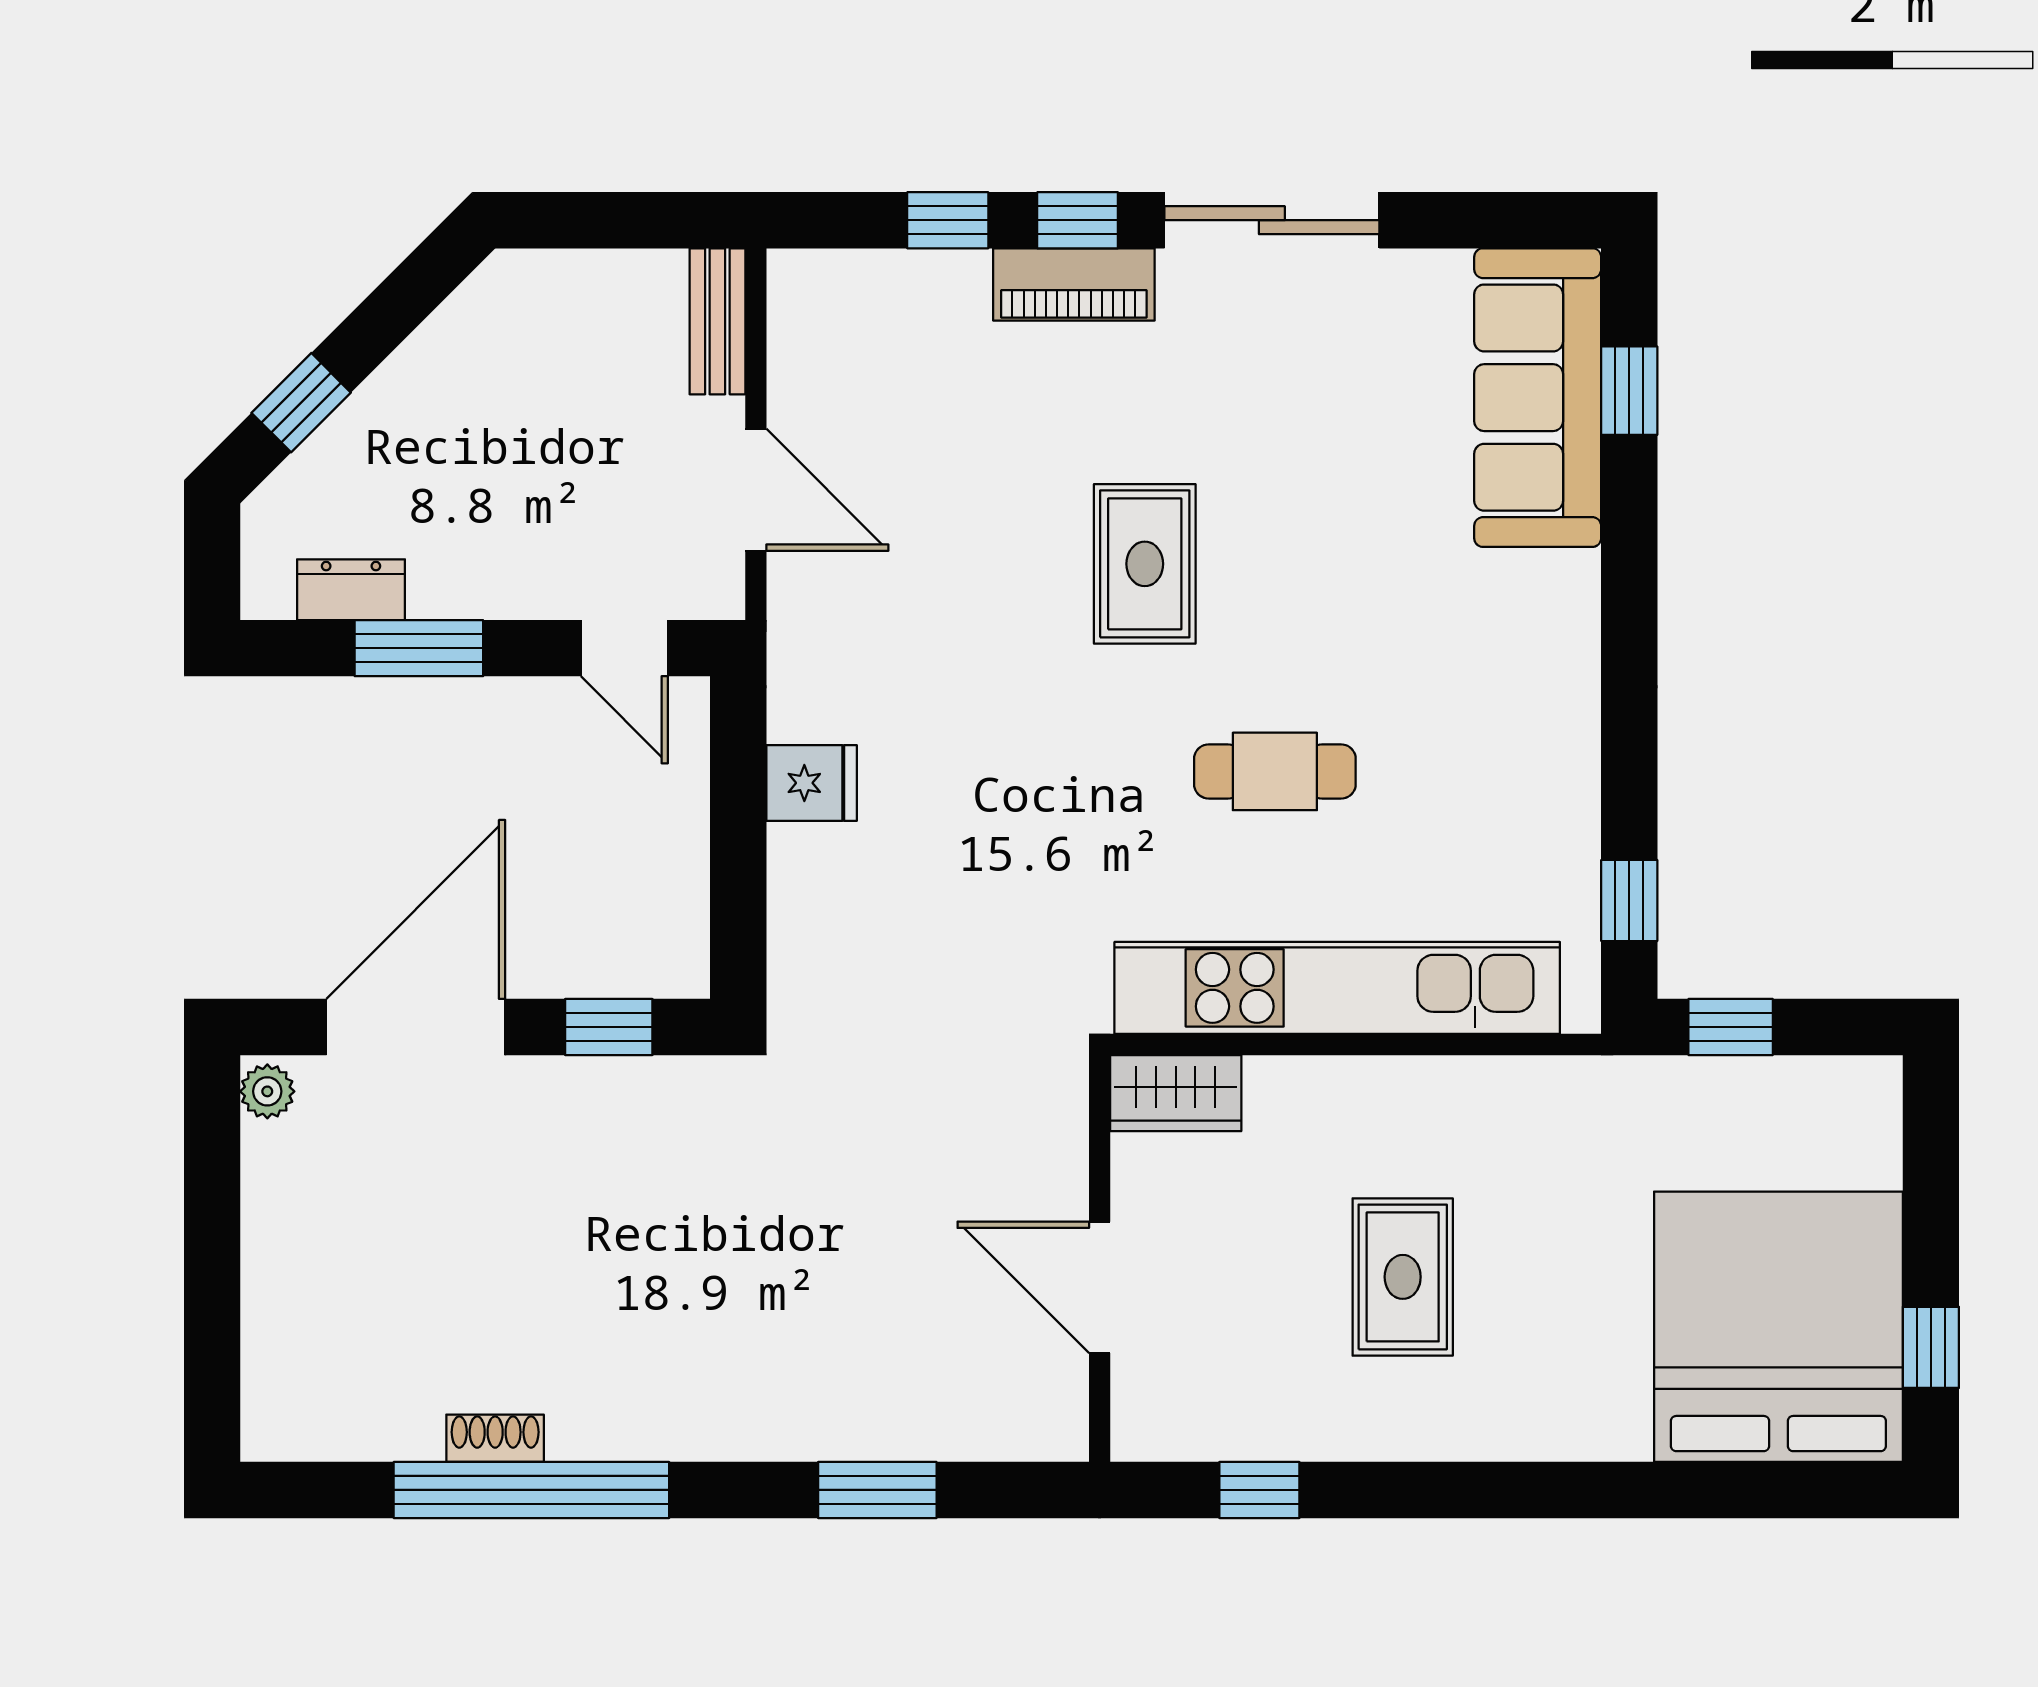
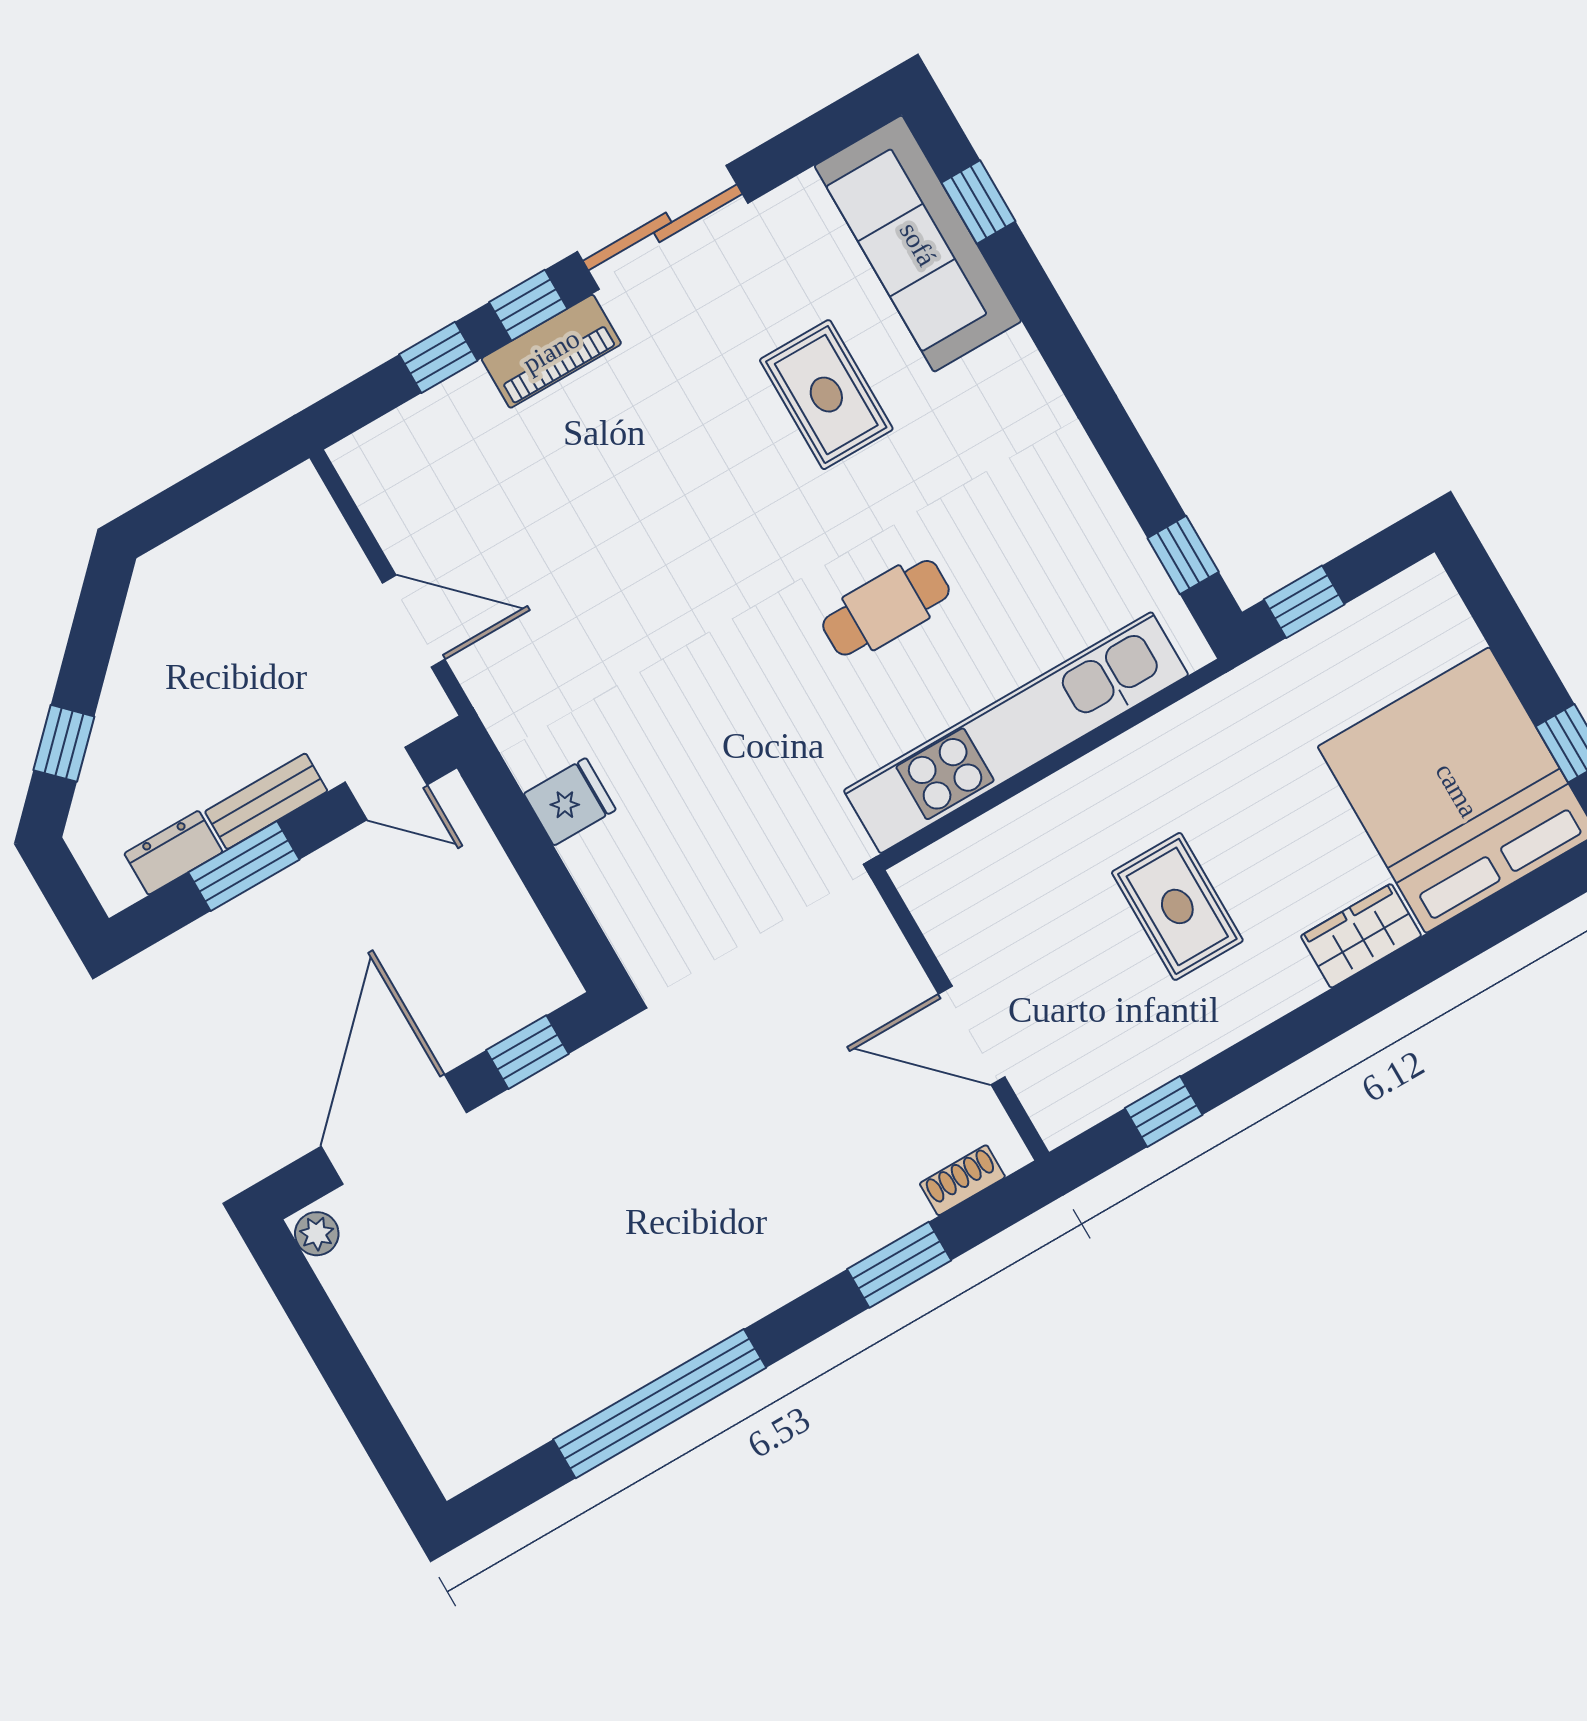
bench: (717, 321) -> (266, 801), moved, turned 90
rug: (1145, 564) -> (826, 395), moved
wardrobe: (1176, 1093) -> (1361, 936), moved, turned 180
shoe rack: (495, 1438) -> (962, 1180), moved

